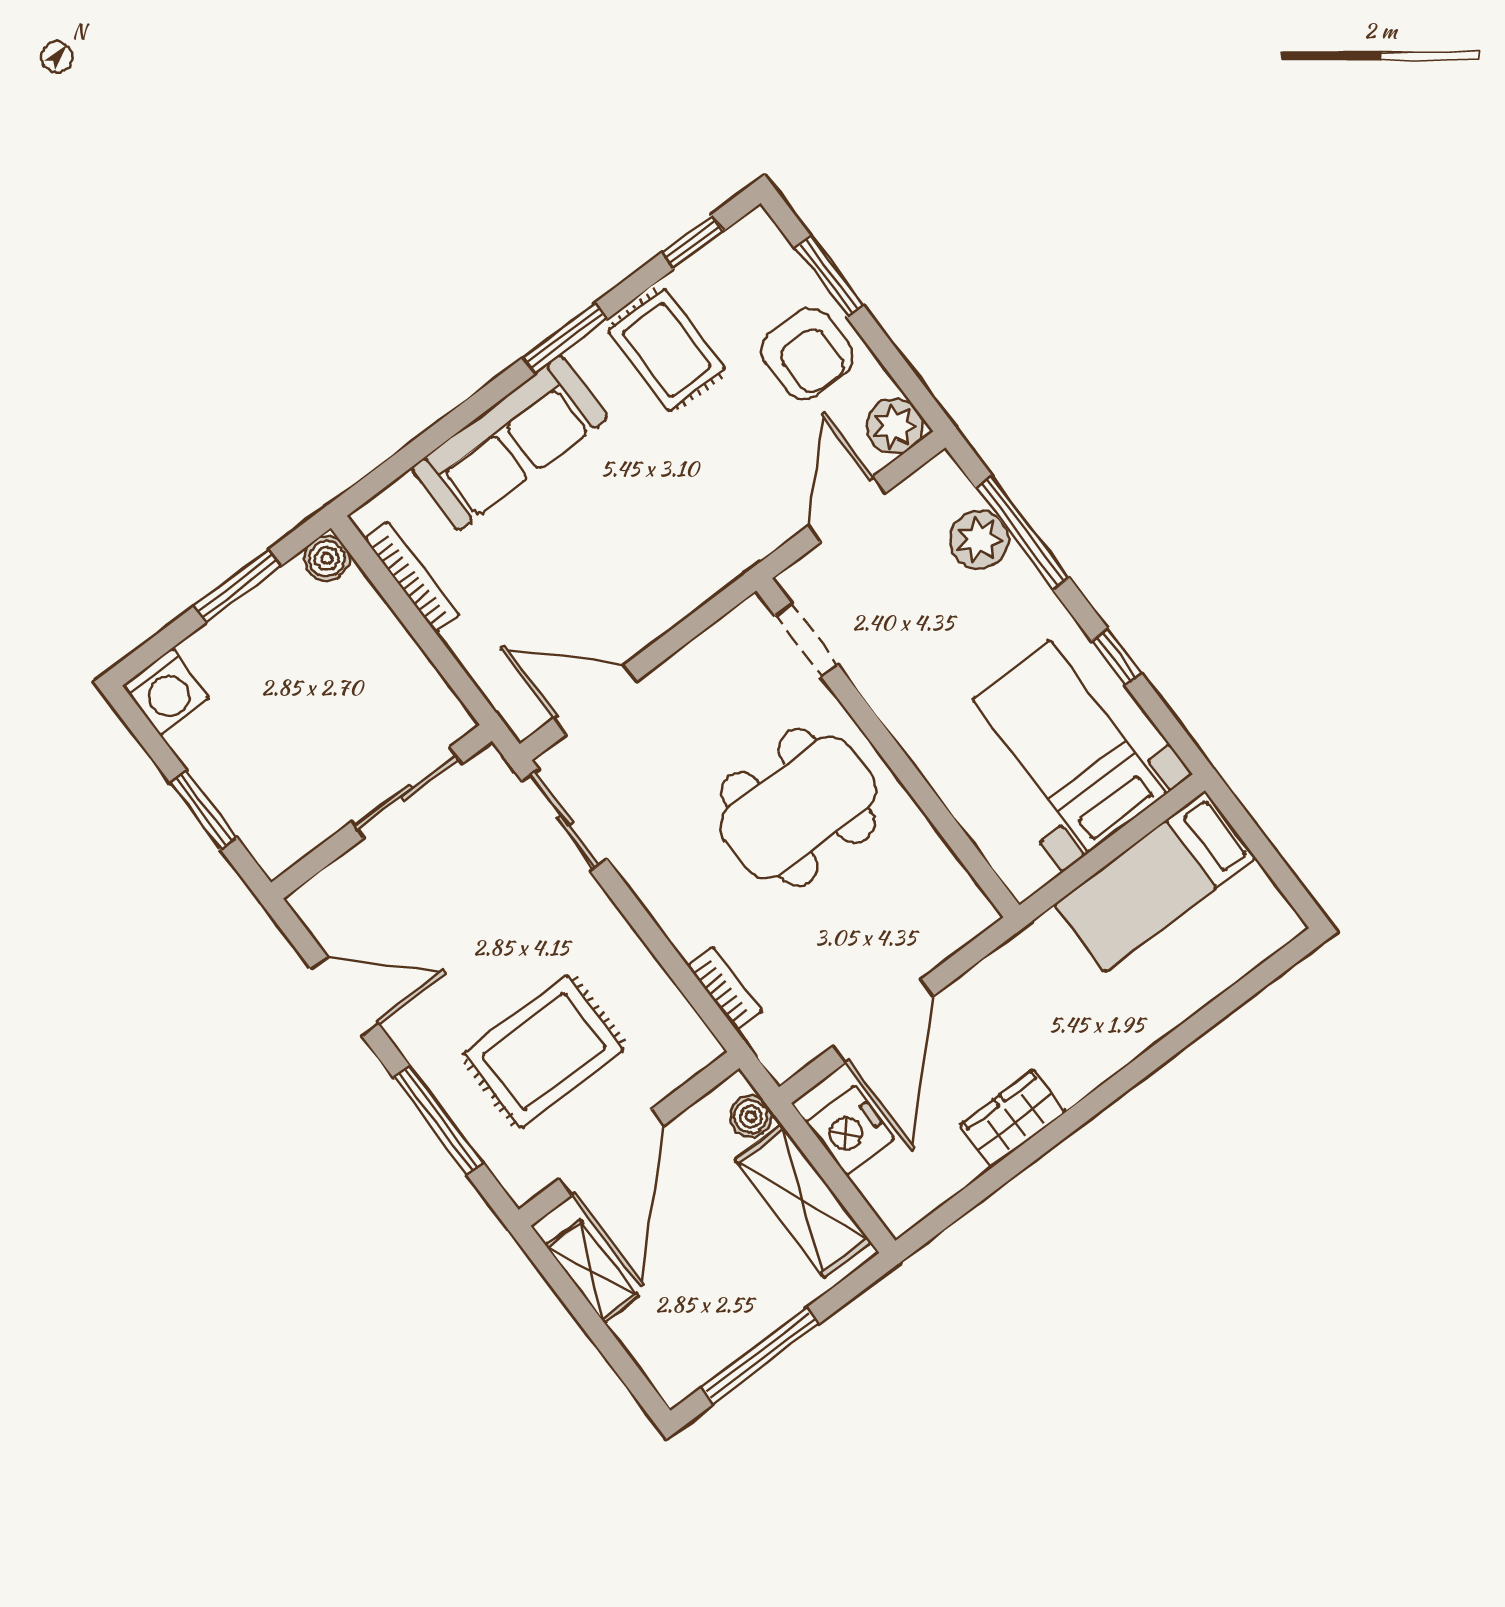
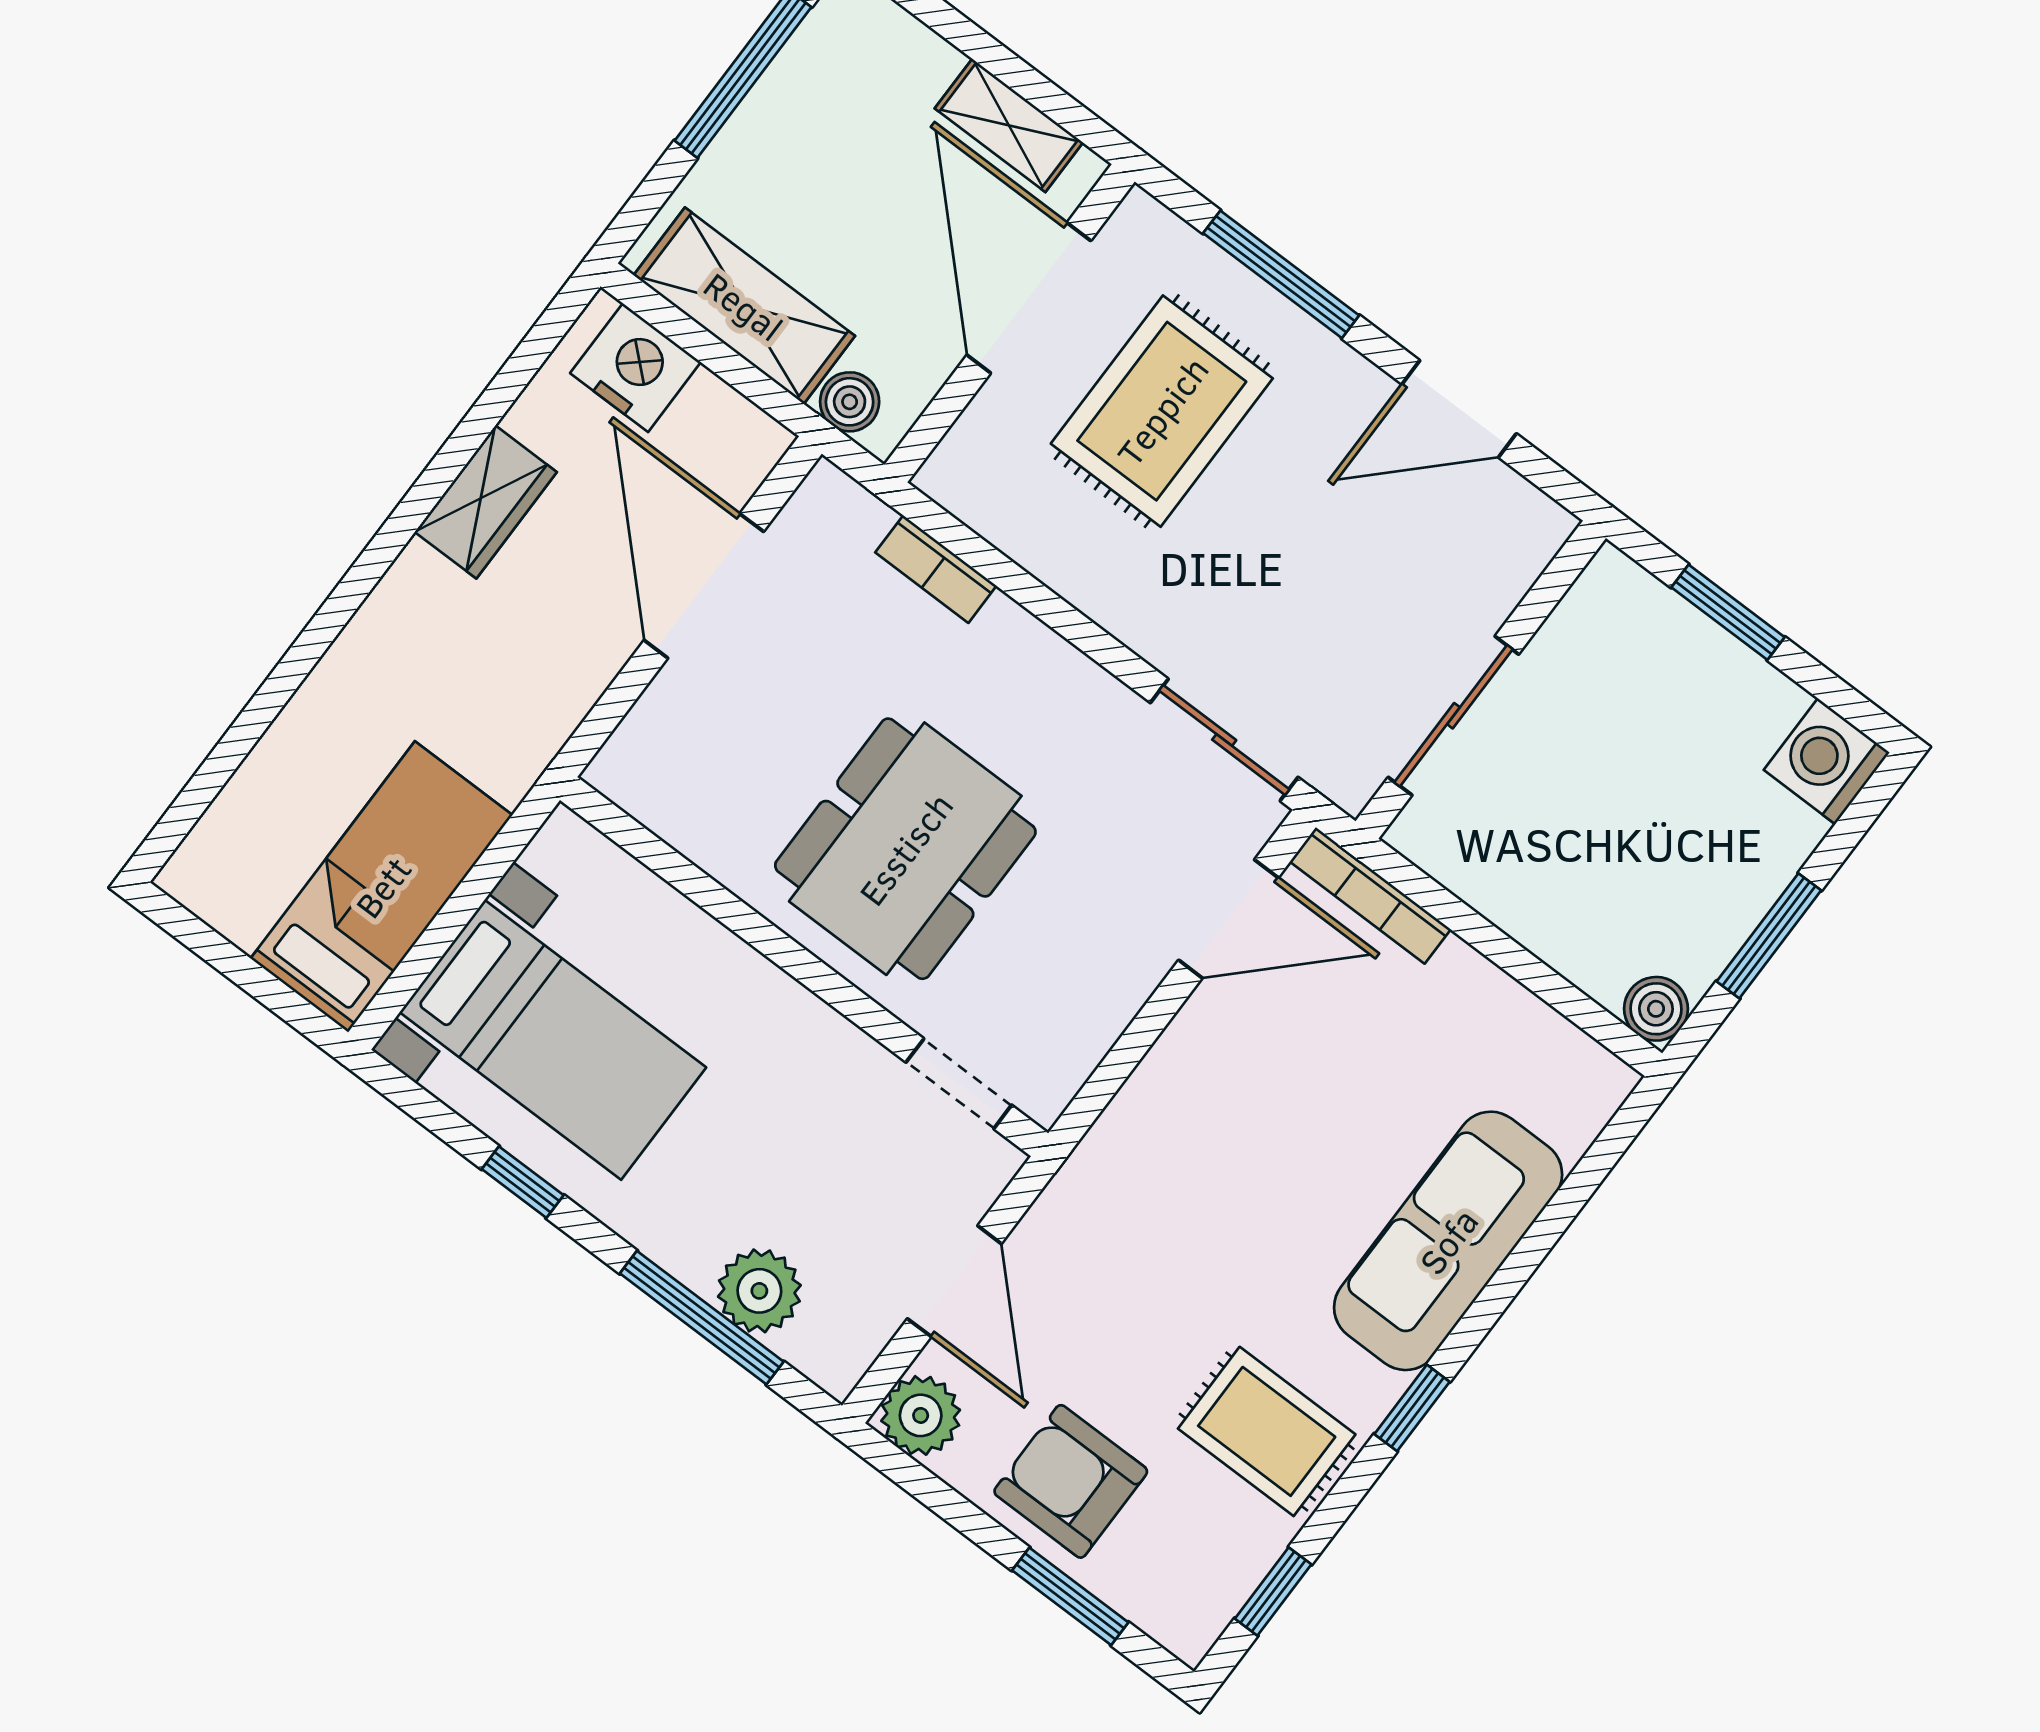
window: (565, 338) -> (1412, 1408), width x0.67
bookcase: (412, 577) -> (1370, 895), moved
nightstand: (850, 1131) -> (635, 368), moved

